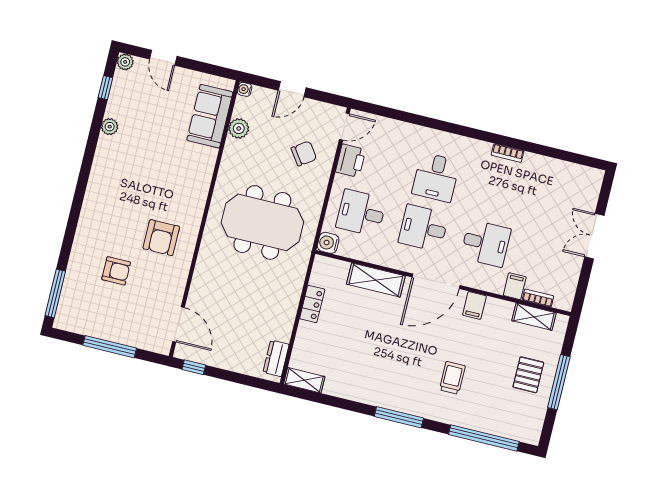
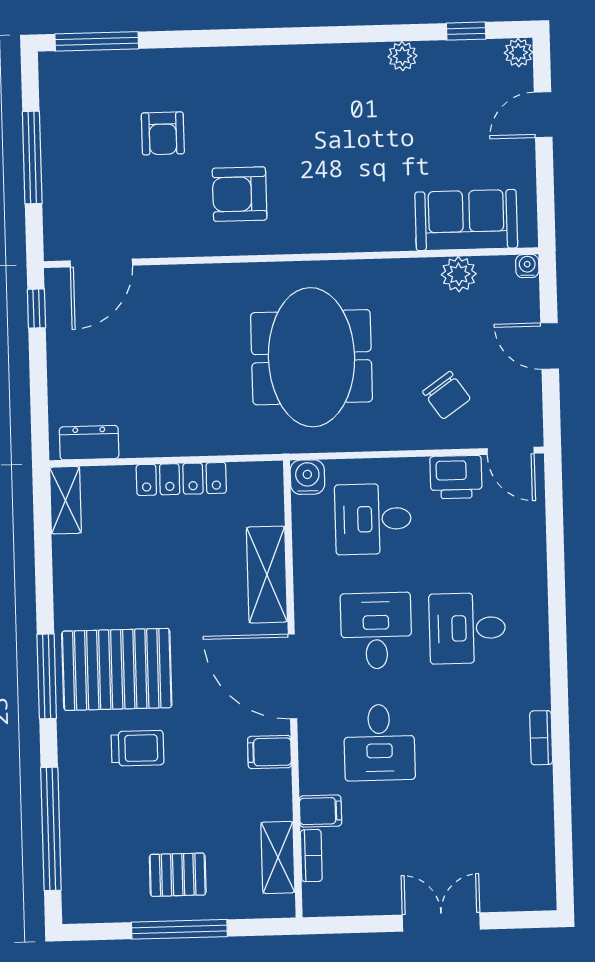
desk: (361, 213) -> (373, 519), turned -90
locker: (312, 304) -> (181, 479), width x1.53
pallet: (406, 377) -> (117, 669), added

